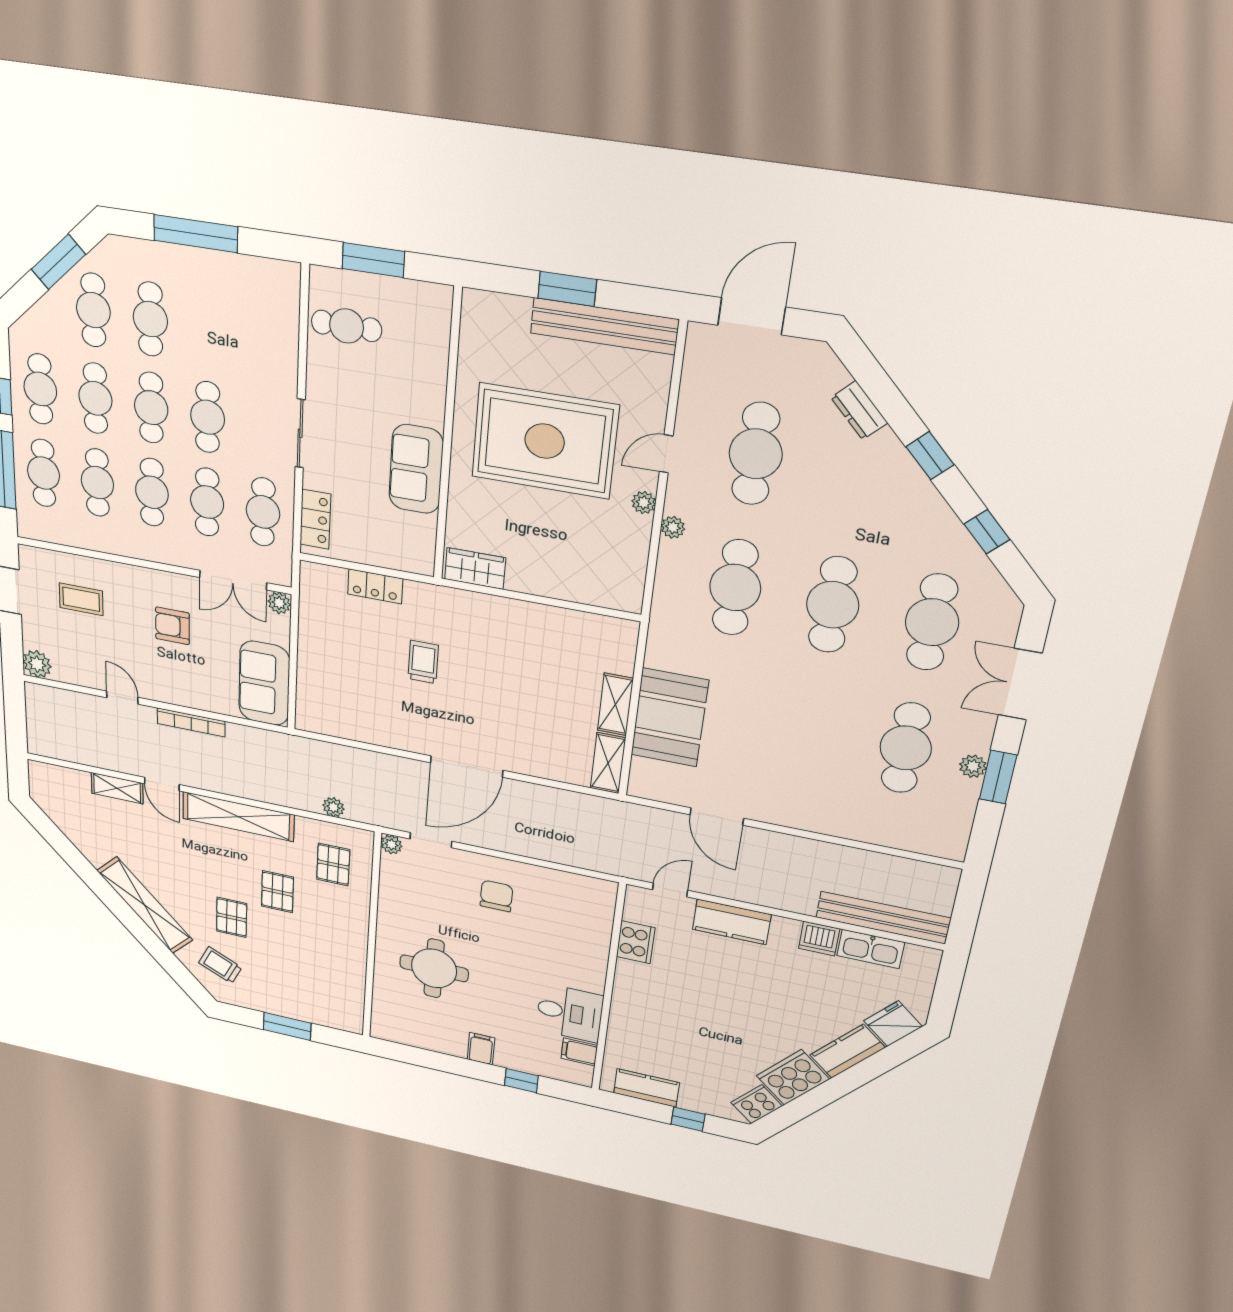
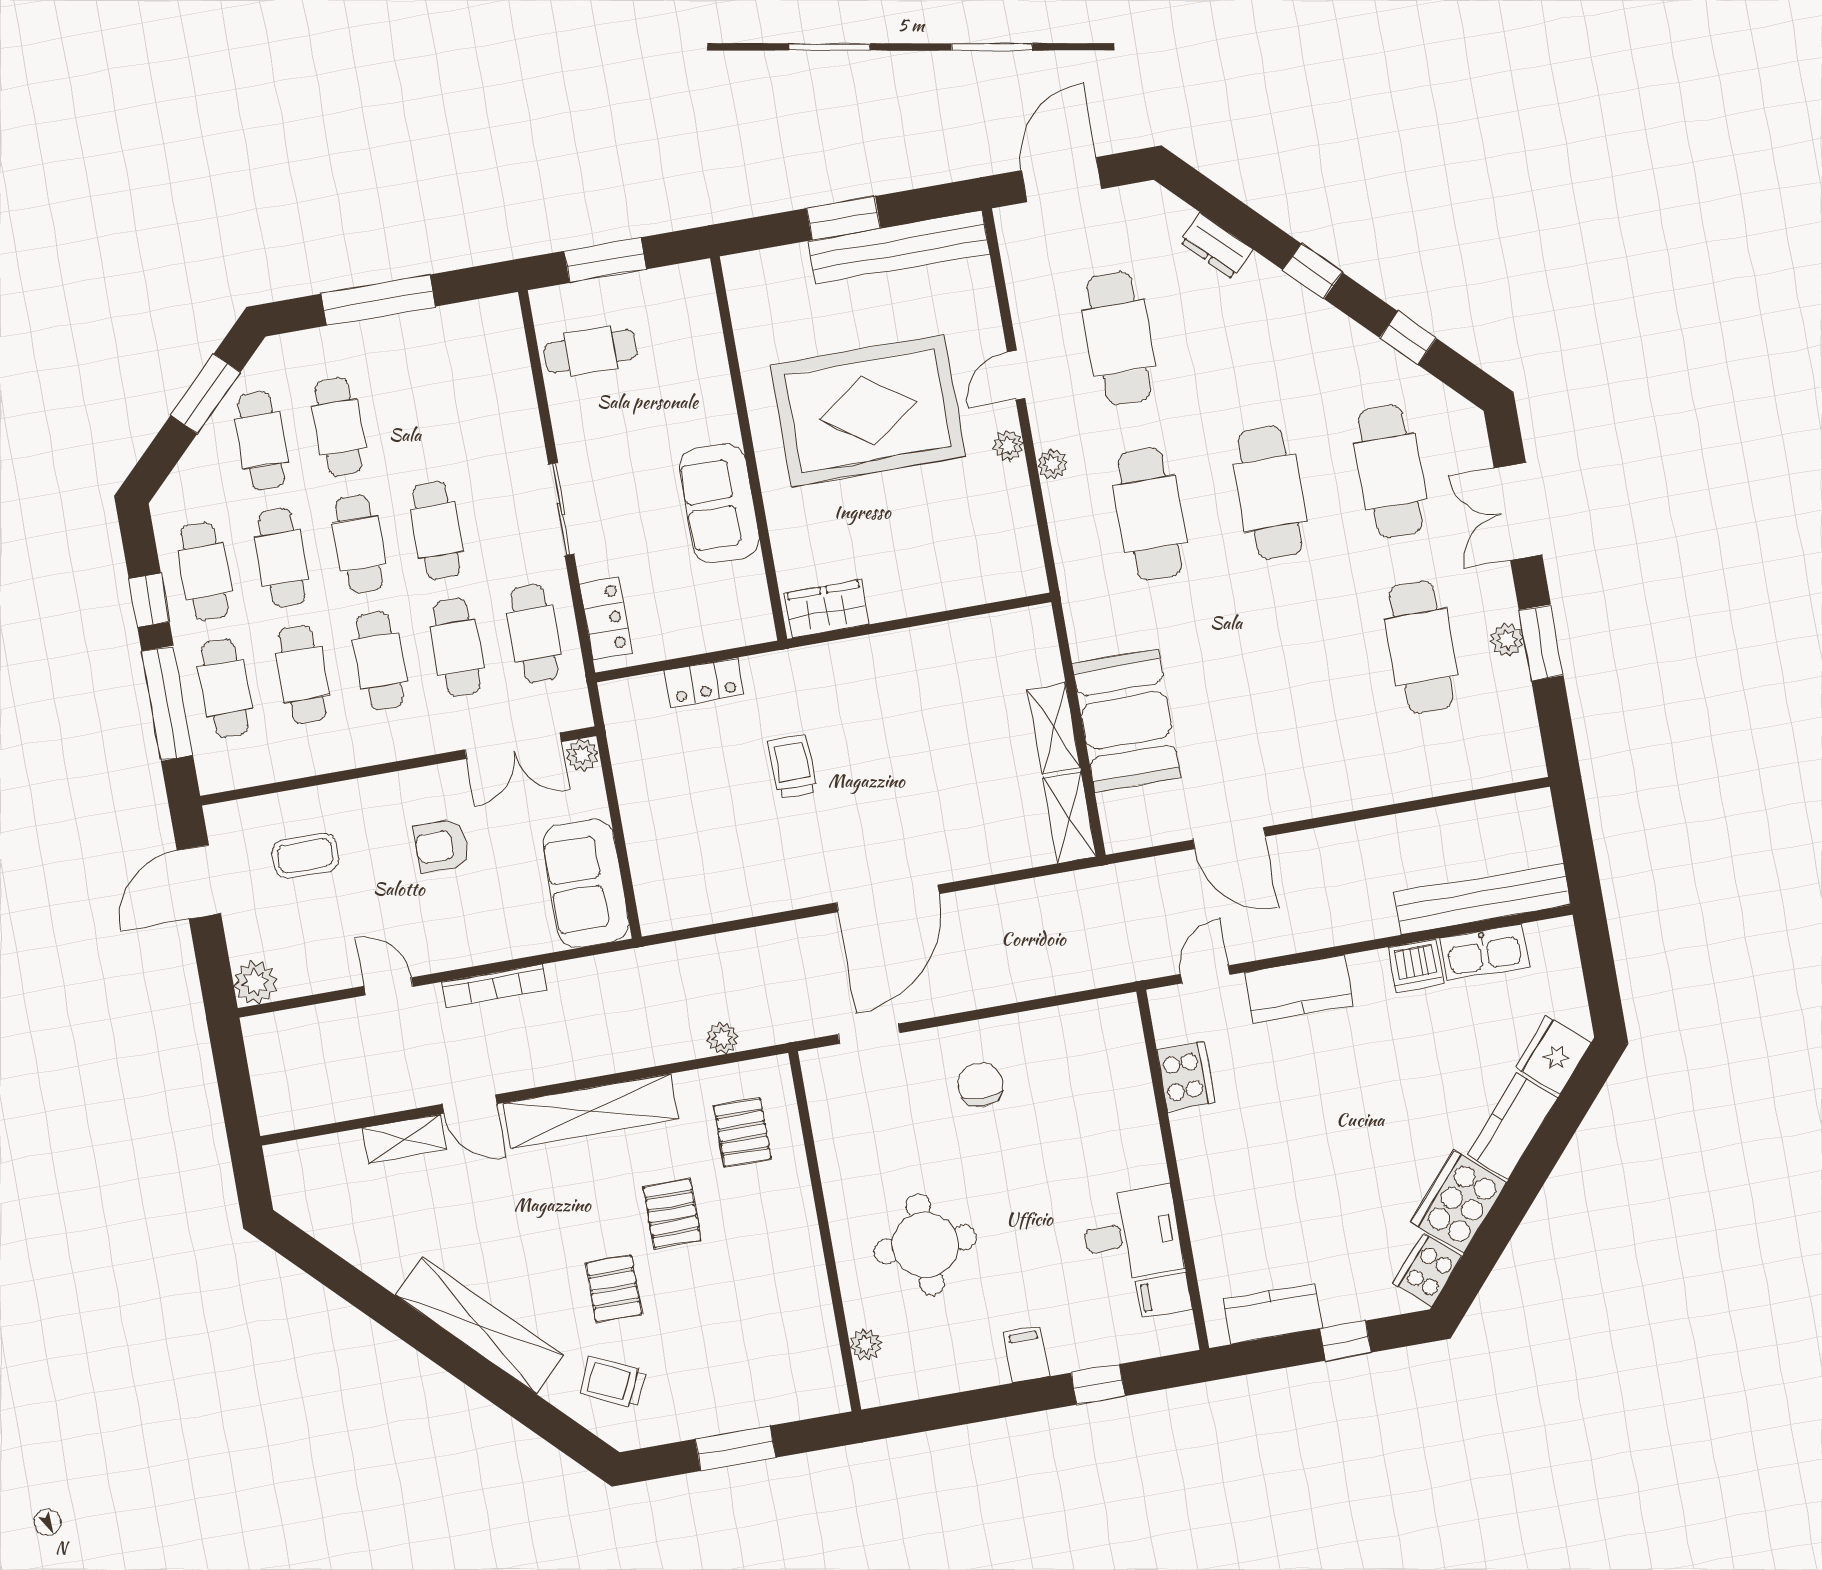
plant: (391, 844) -> (866, 1345), moved

